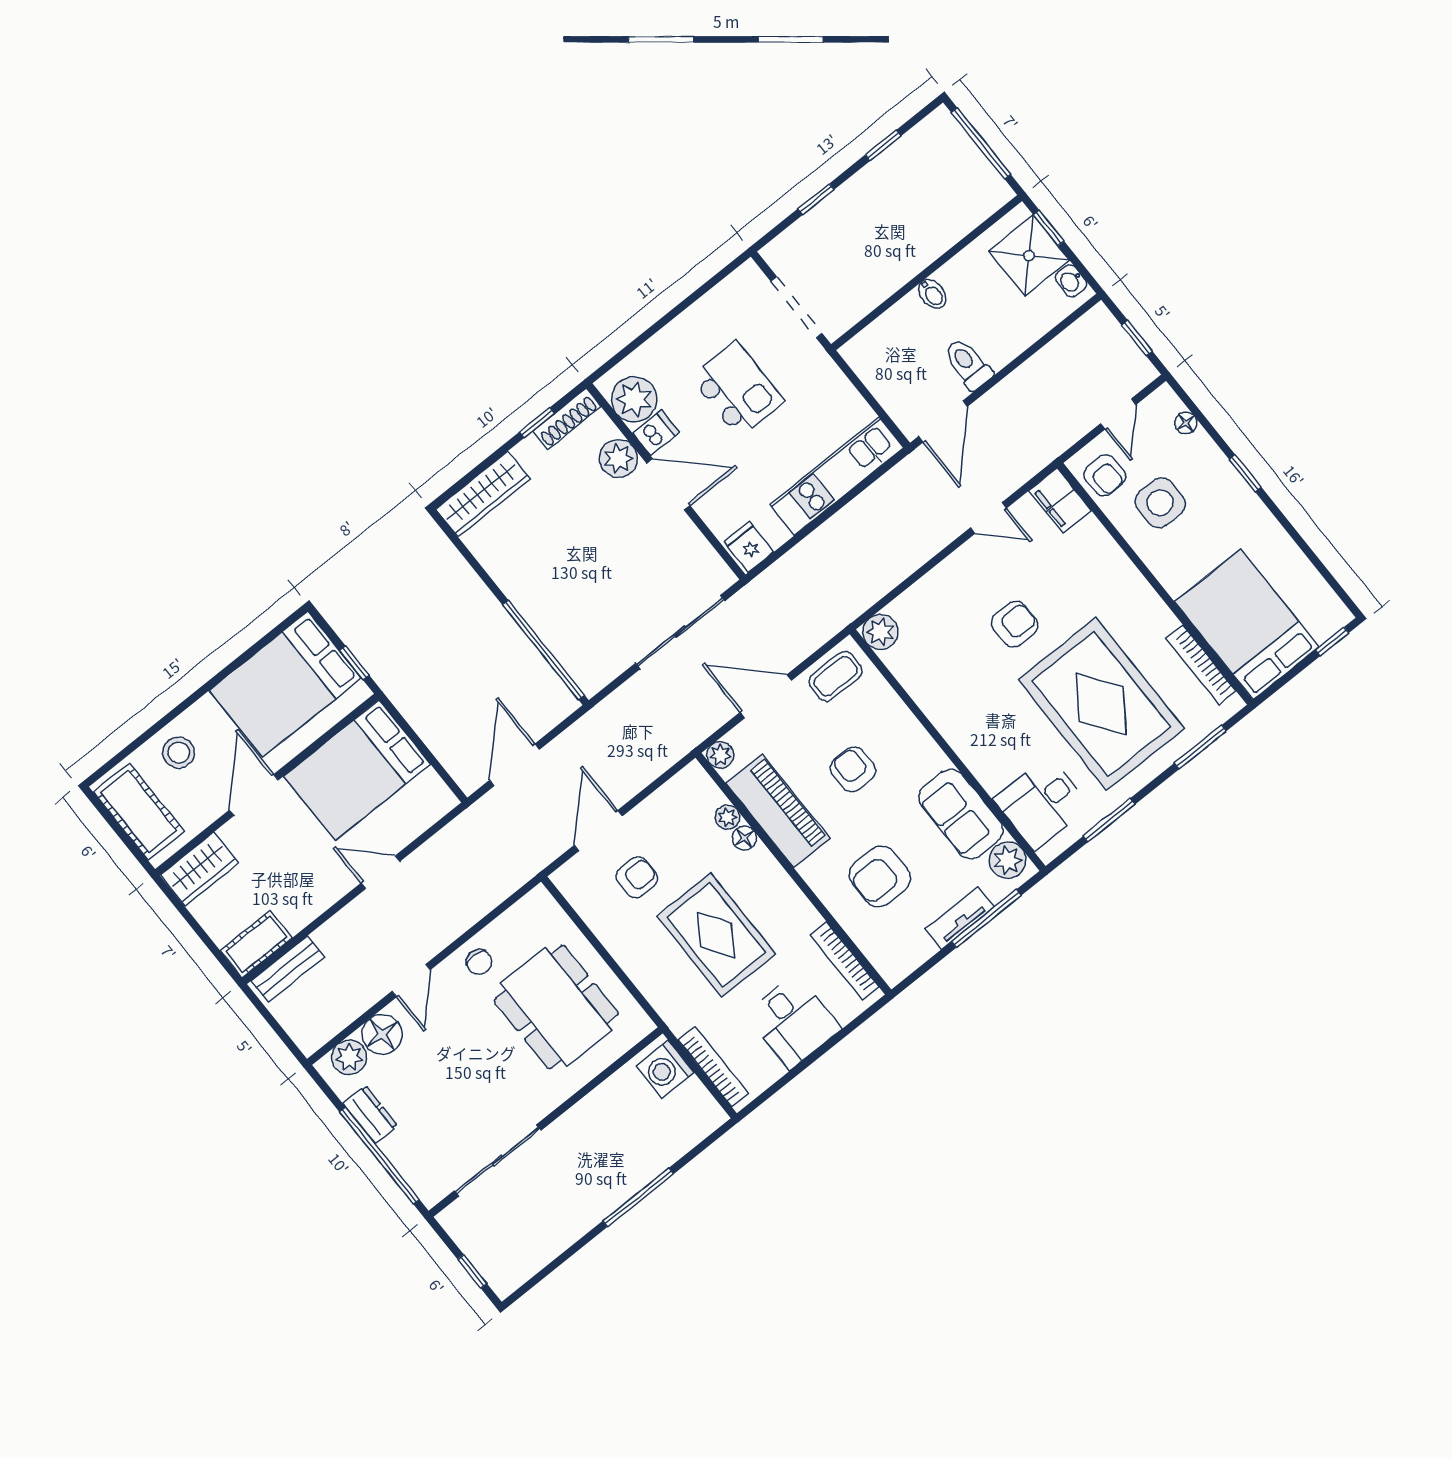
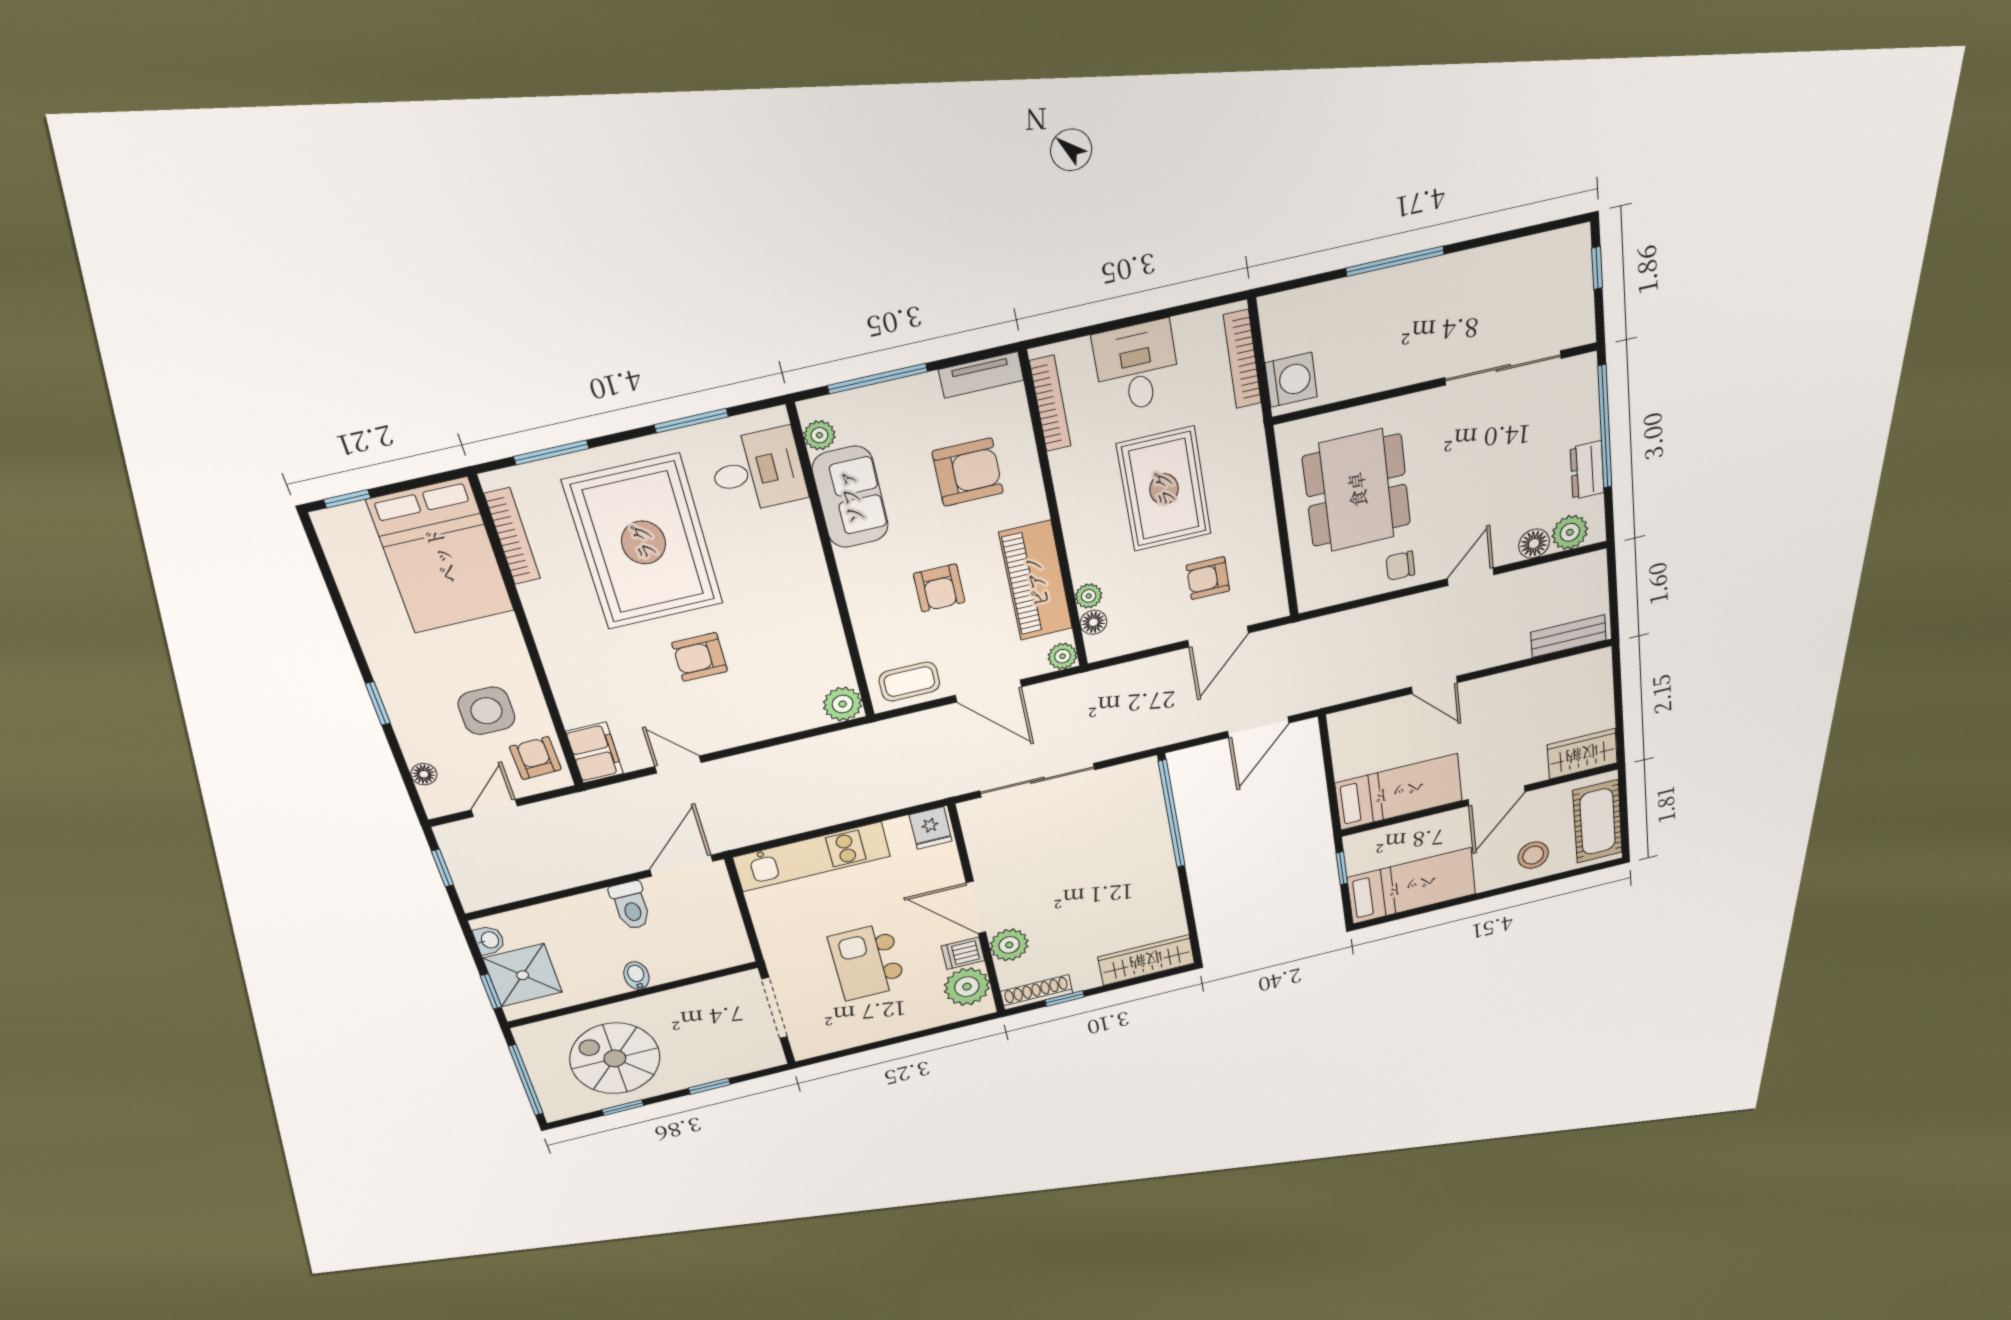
spiral stairs: (913, 198) -> (615, 1058), added
bed: (285, 684) -> (1412, 886), width x0.67
bed: (357, 770) -> (1399, 792), width x0.67
floor lamp: (744, 838) -> (1093, 622), moved
plant: (1008, 860) -> (819, 435), width x0.73, depth x0.73
tv unit: (960, 918) -> (981, 375), moved
cot: (256, 944) -> (1580, 670), removed
chair: (479, 962) -> (1400, 566), turned -90
floor lamp: (382, 1034) -> (1534, 544), width x0.73, depth x0.73

